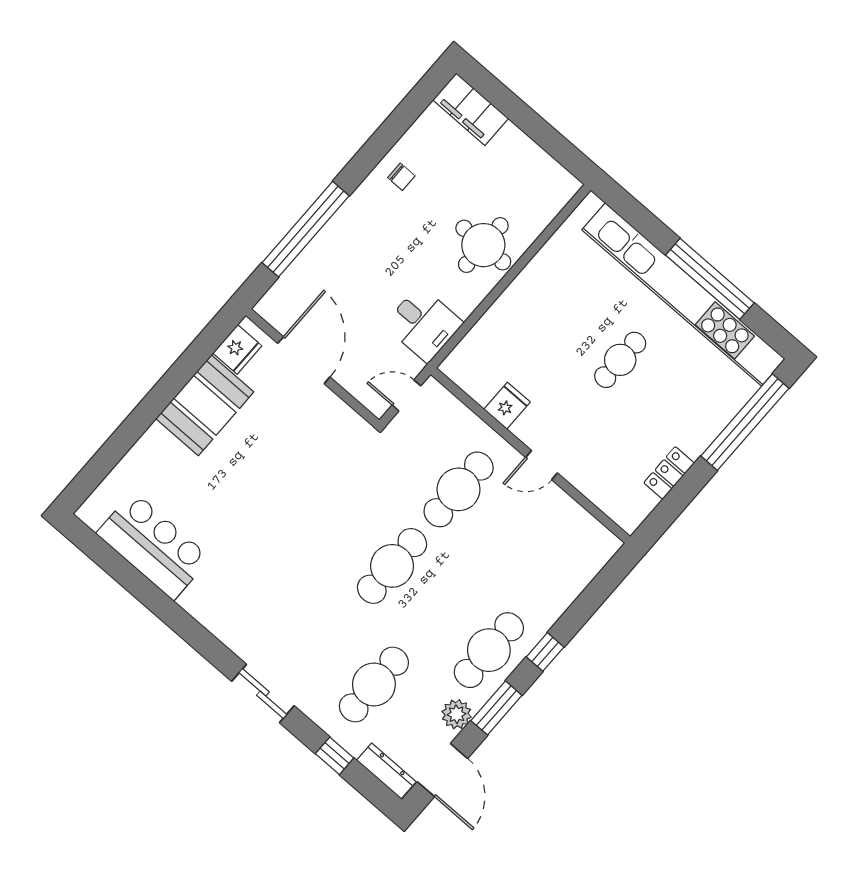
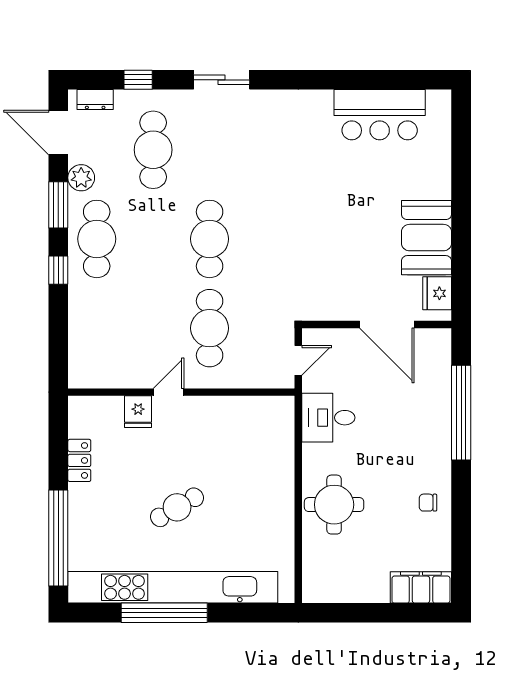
cafe table: (620, 360) -> (177, 507), turned 60
fridge: (507, 406) -> (138, 412), moved
dresser: (386, 771) -> (95, 100), width x0.70

